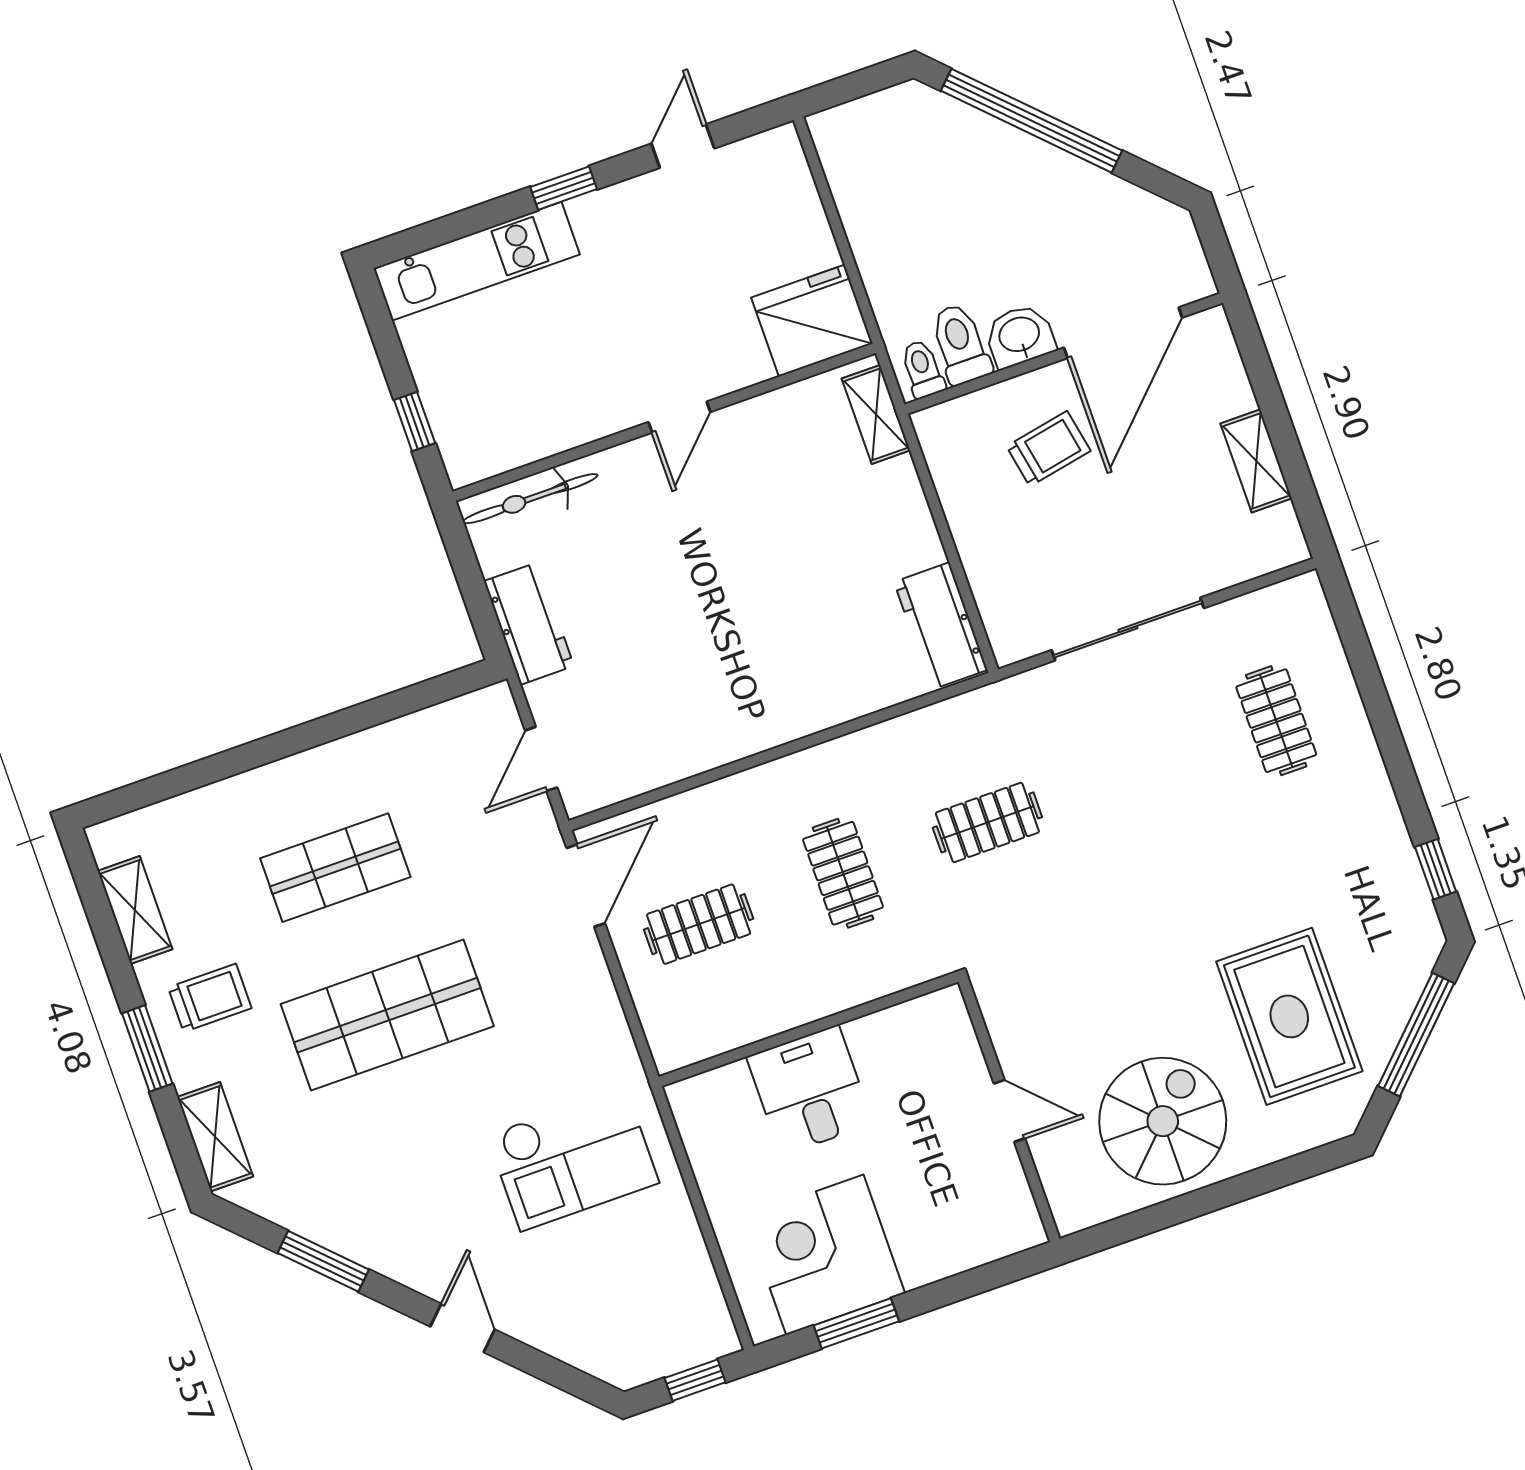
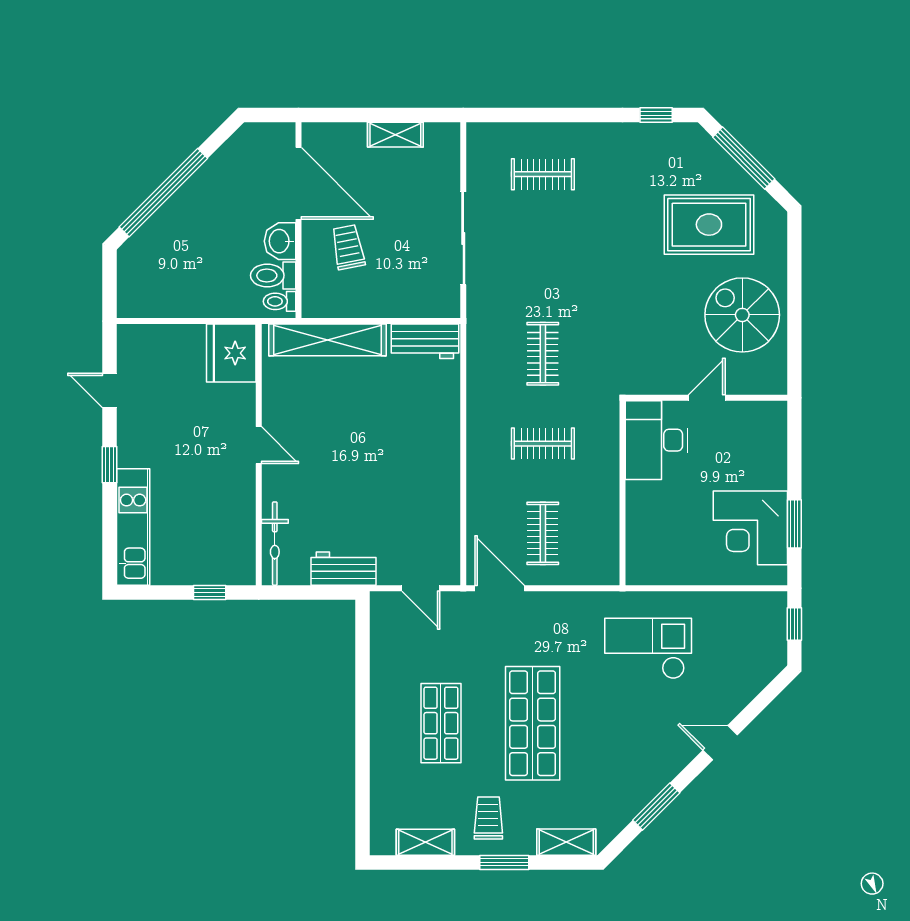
shelving: (876, 414) -> (328, 340), width x2.20, depth x1.33
desk: (810, 1090) -> (656, 440), moved, width x1.37
checkout: (573, 1159) -> (648, 648), turned -90

